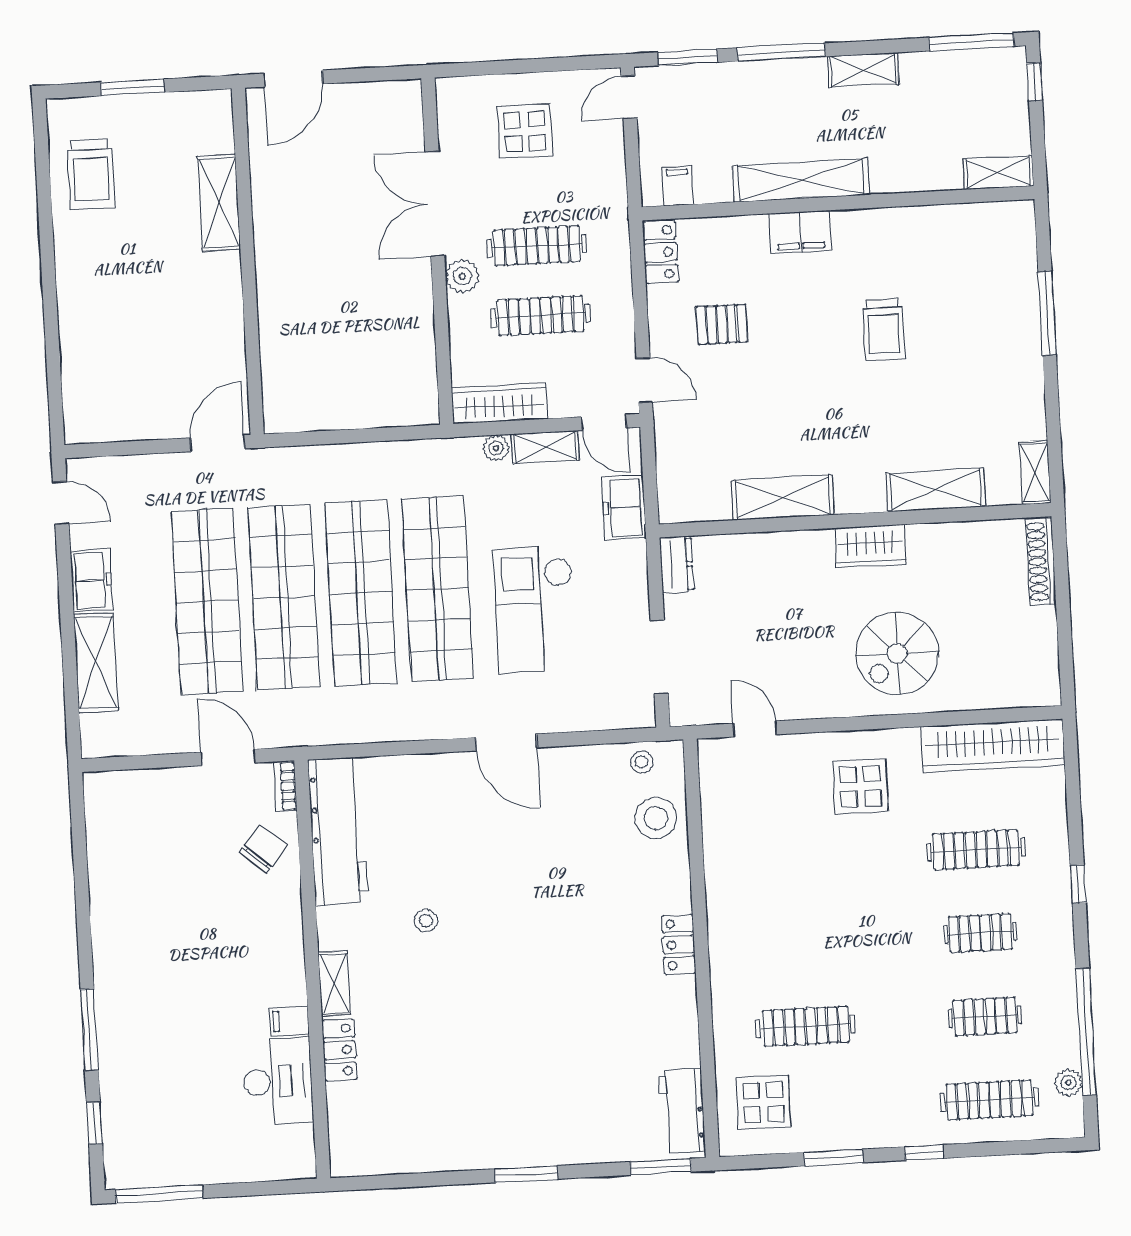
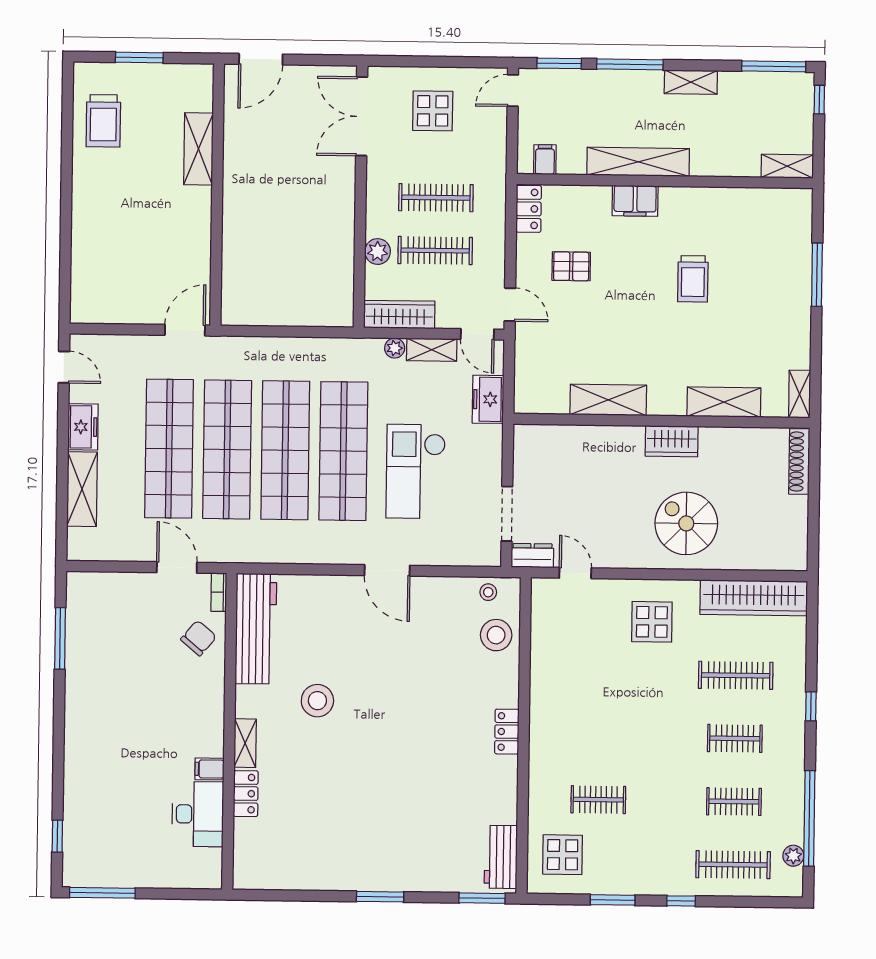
double door: (435, 204) -> (362, 116), moved
plant: (462, 276) -> (378, 252), moved
dresser: (677, 565) -> (532, 556), moved, turned -90
spiral stairs: (897, 653) -> (686, 523), turned 90
stool: (426, 921) -> (317, 701), width x1.89, depth x1.89
clothes rail: (806, 1026) -> (598, 800), width x0.73
window: (89, 1029) -> (60, 638), moved

